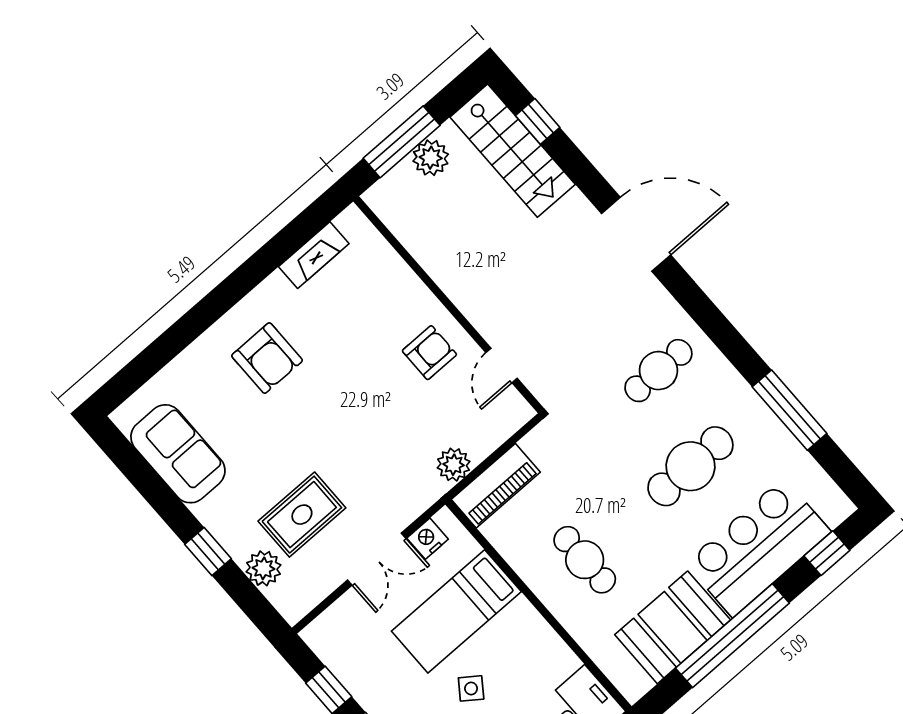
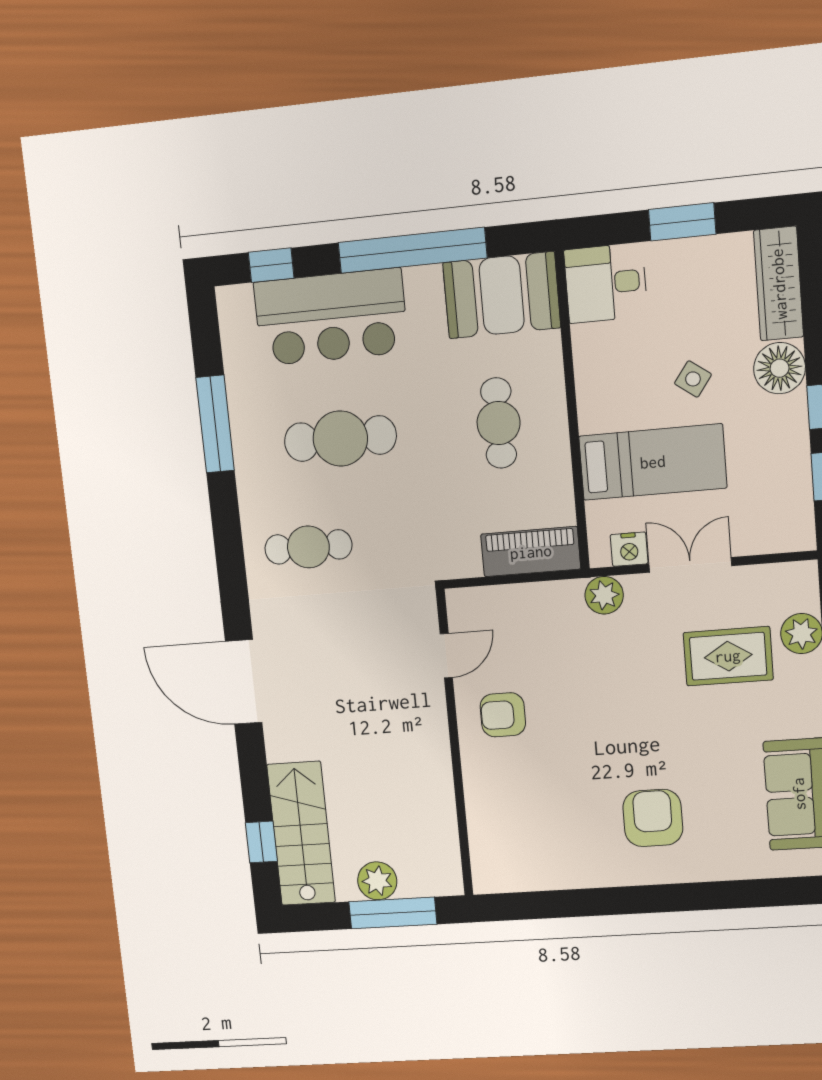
fireplace: (314, 255) -> (543, 875), removed
plant: (454, 465) -> (604, 595), moved
booth: (673, 627) -> (502, 295), moved

